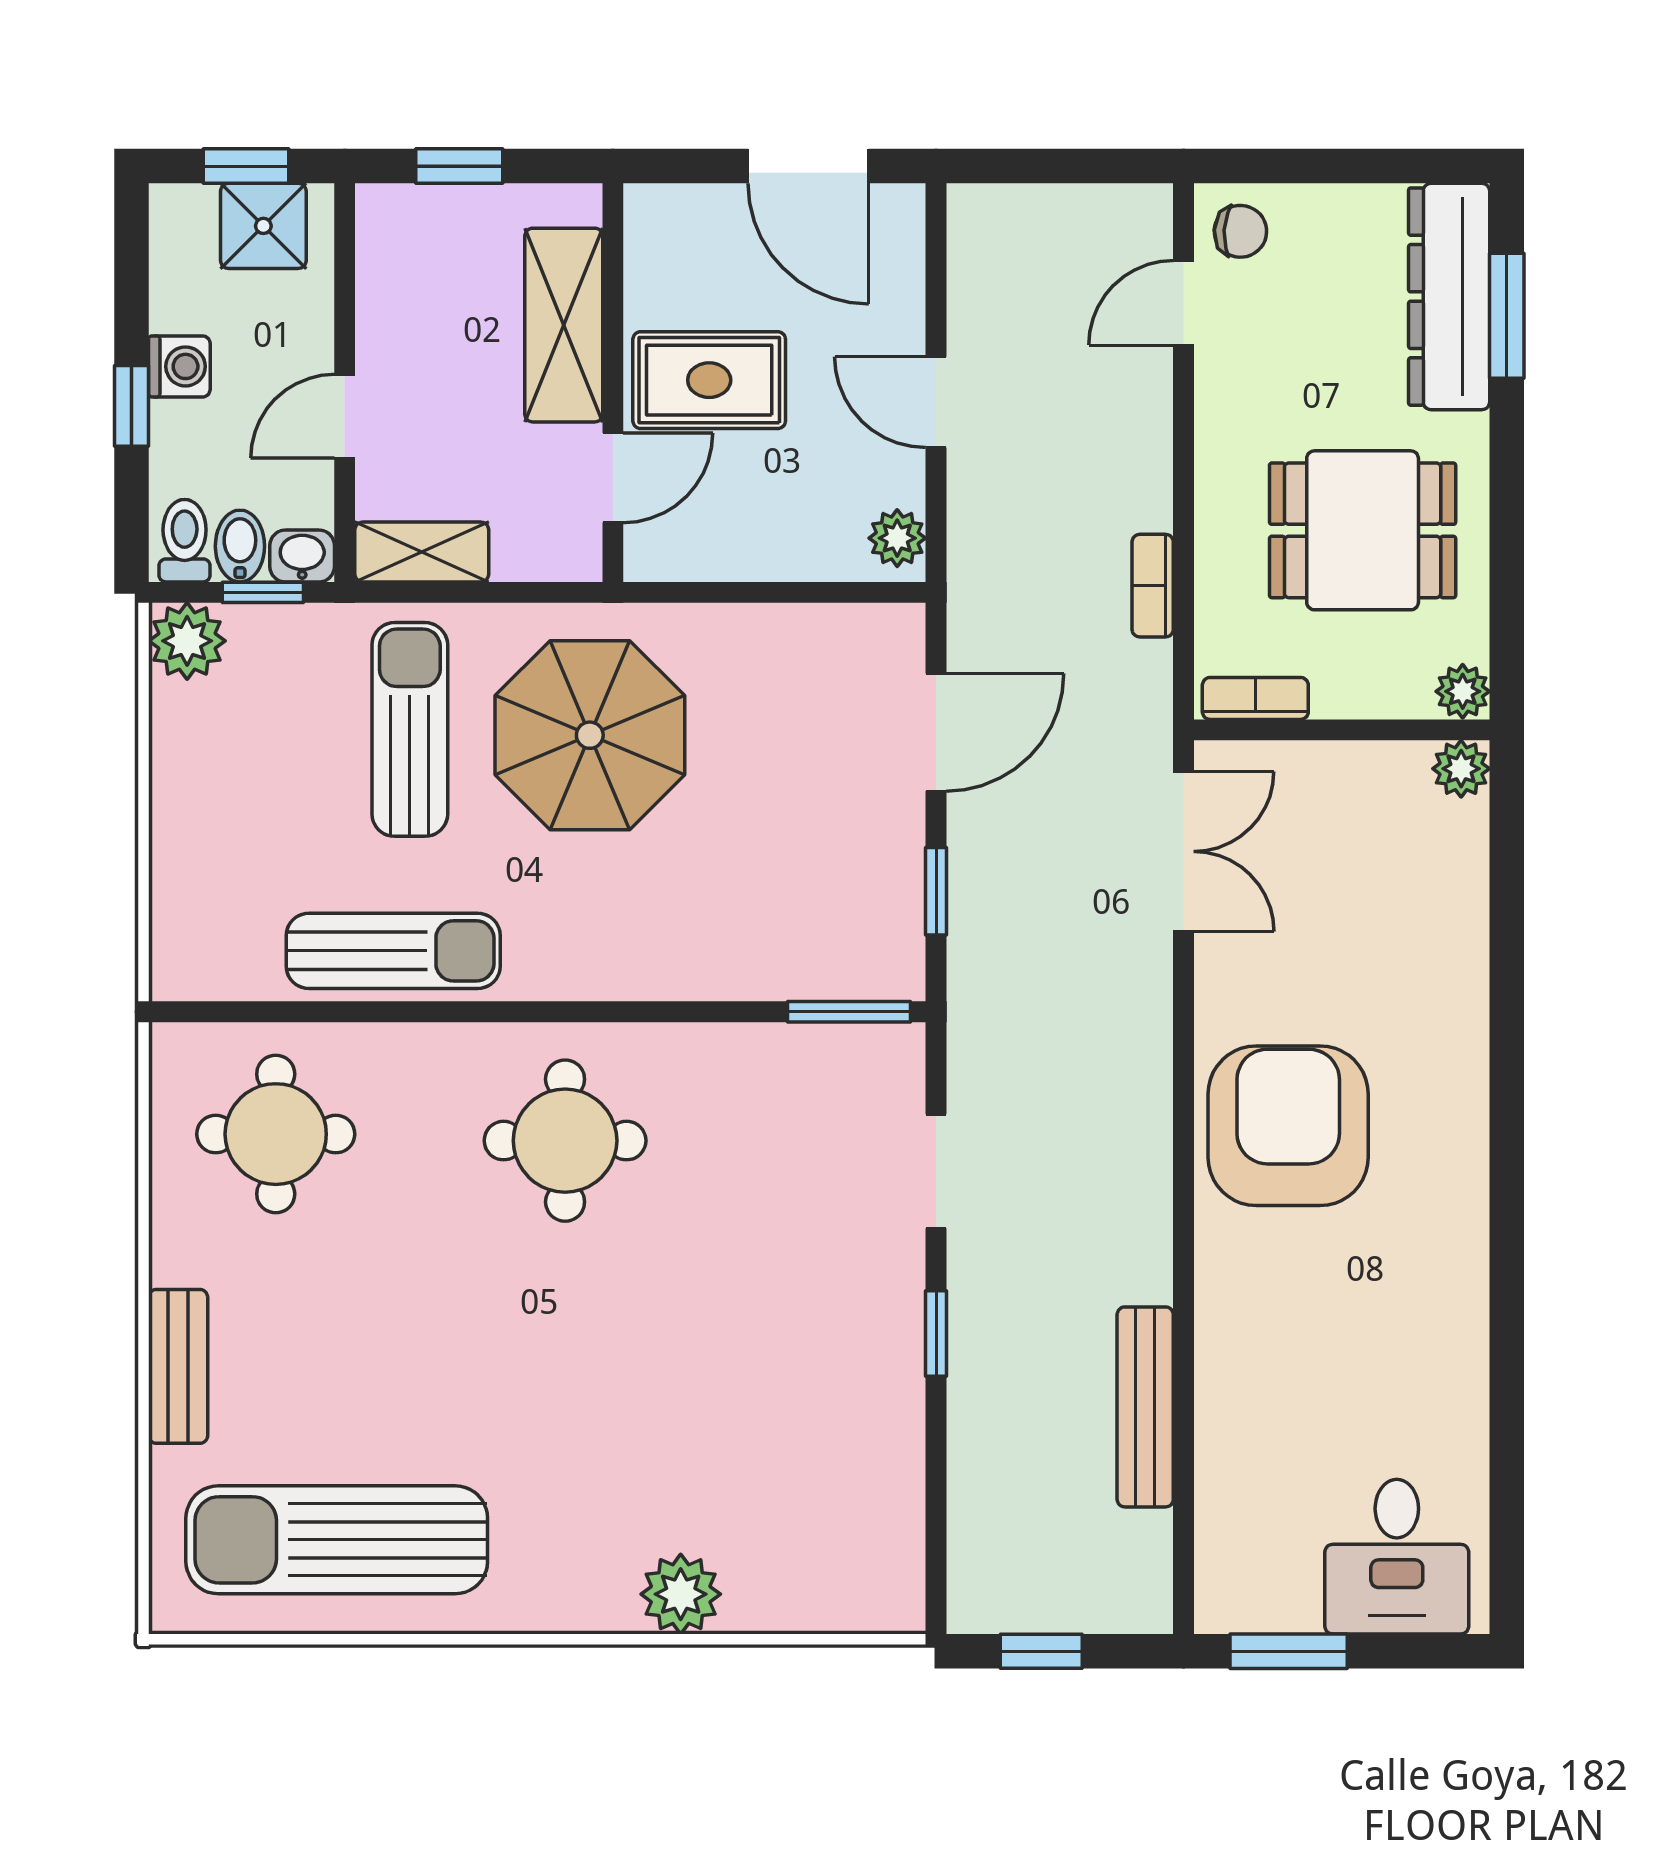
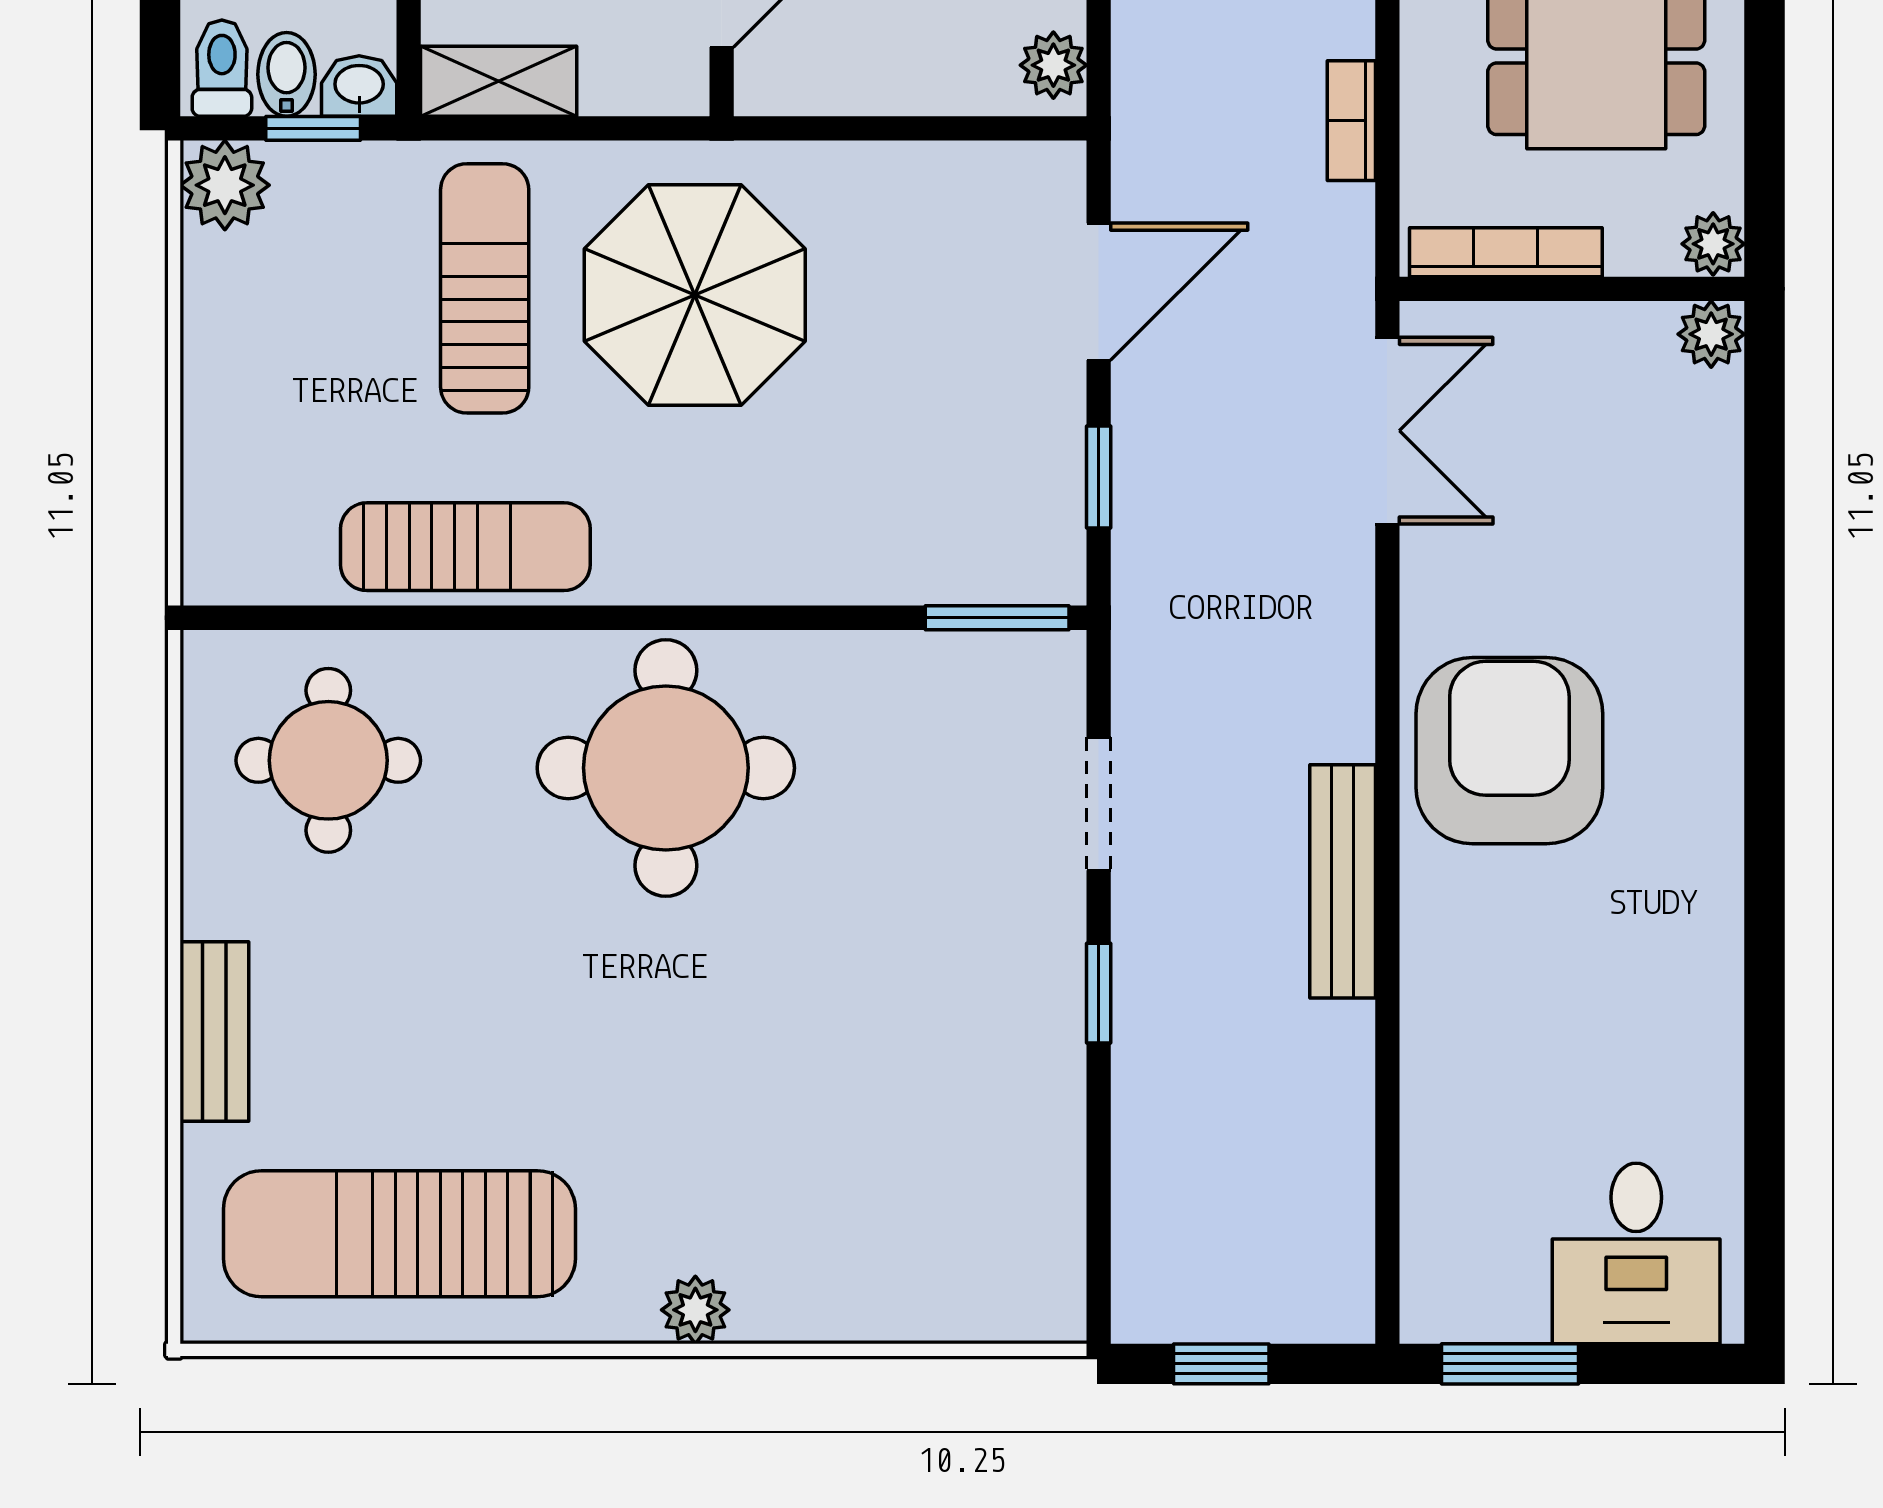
bookcase: (1255, 698) -> (1506, 252), width x1.56
round table: (565, 1141) -> (666, 768), width x1.36, depth x1.36
bench: (1145, 1407) -> (1343, 881), moved
plant: (681, 1594) -> (695, 1310), moved, width x0.73, depth x0.73

